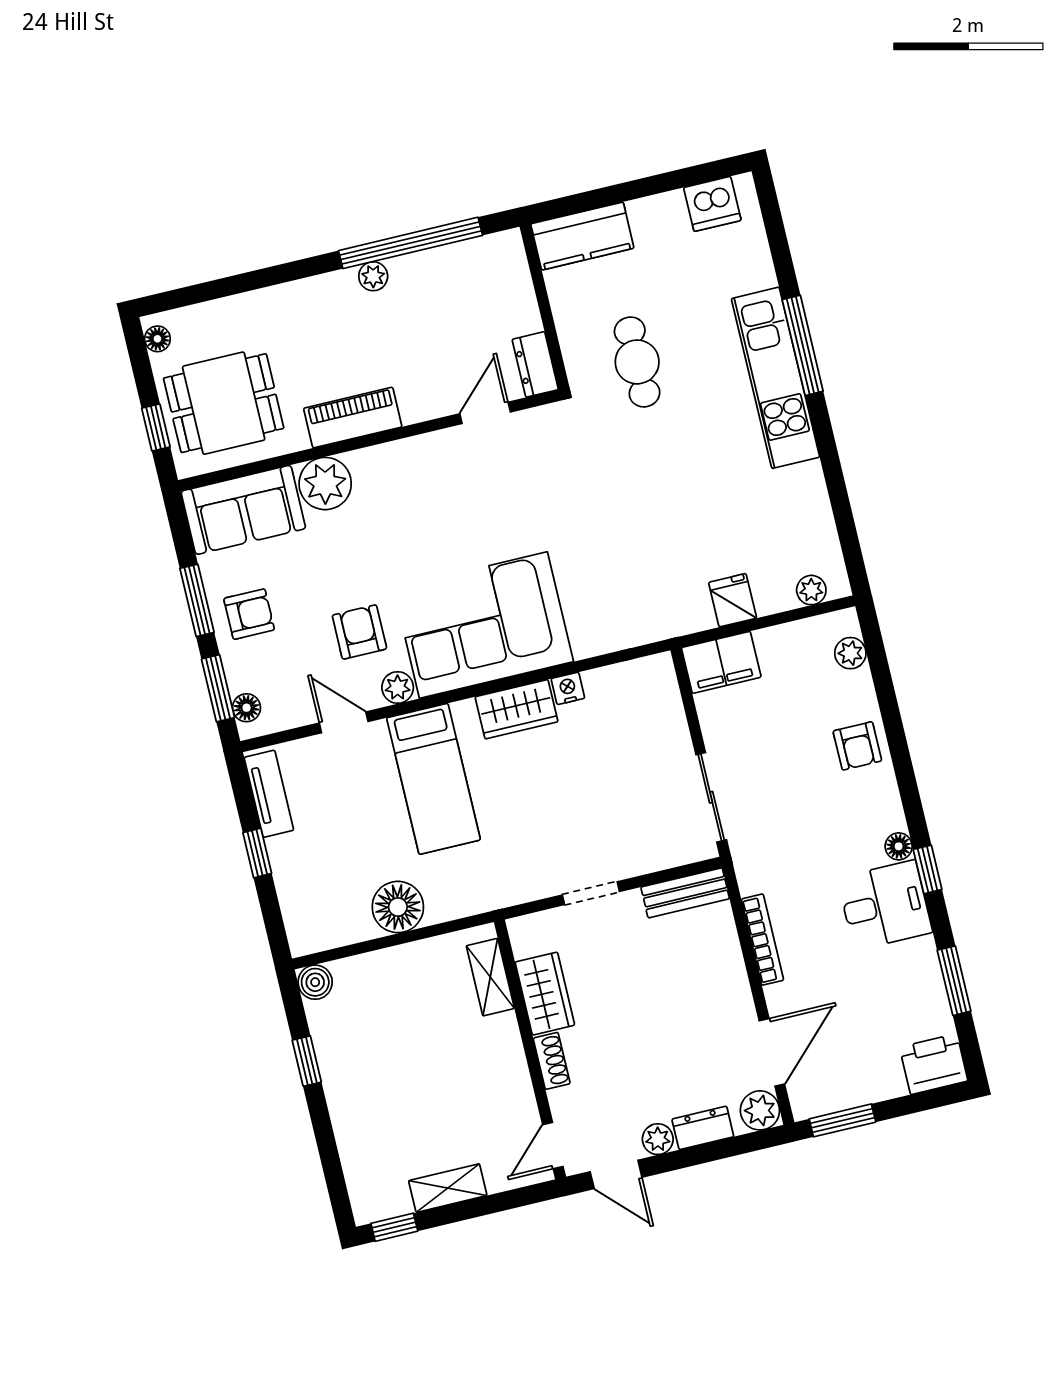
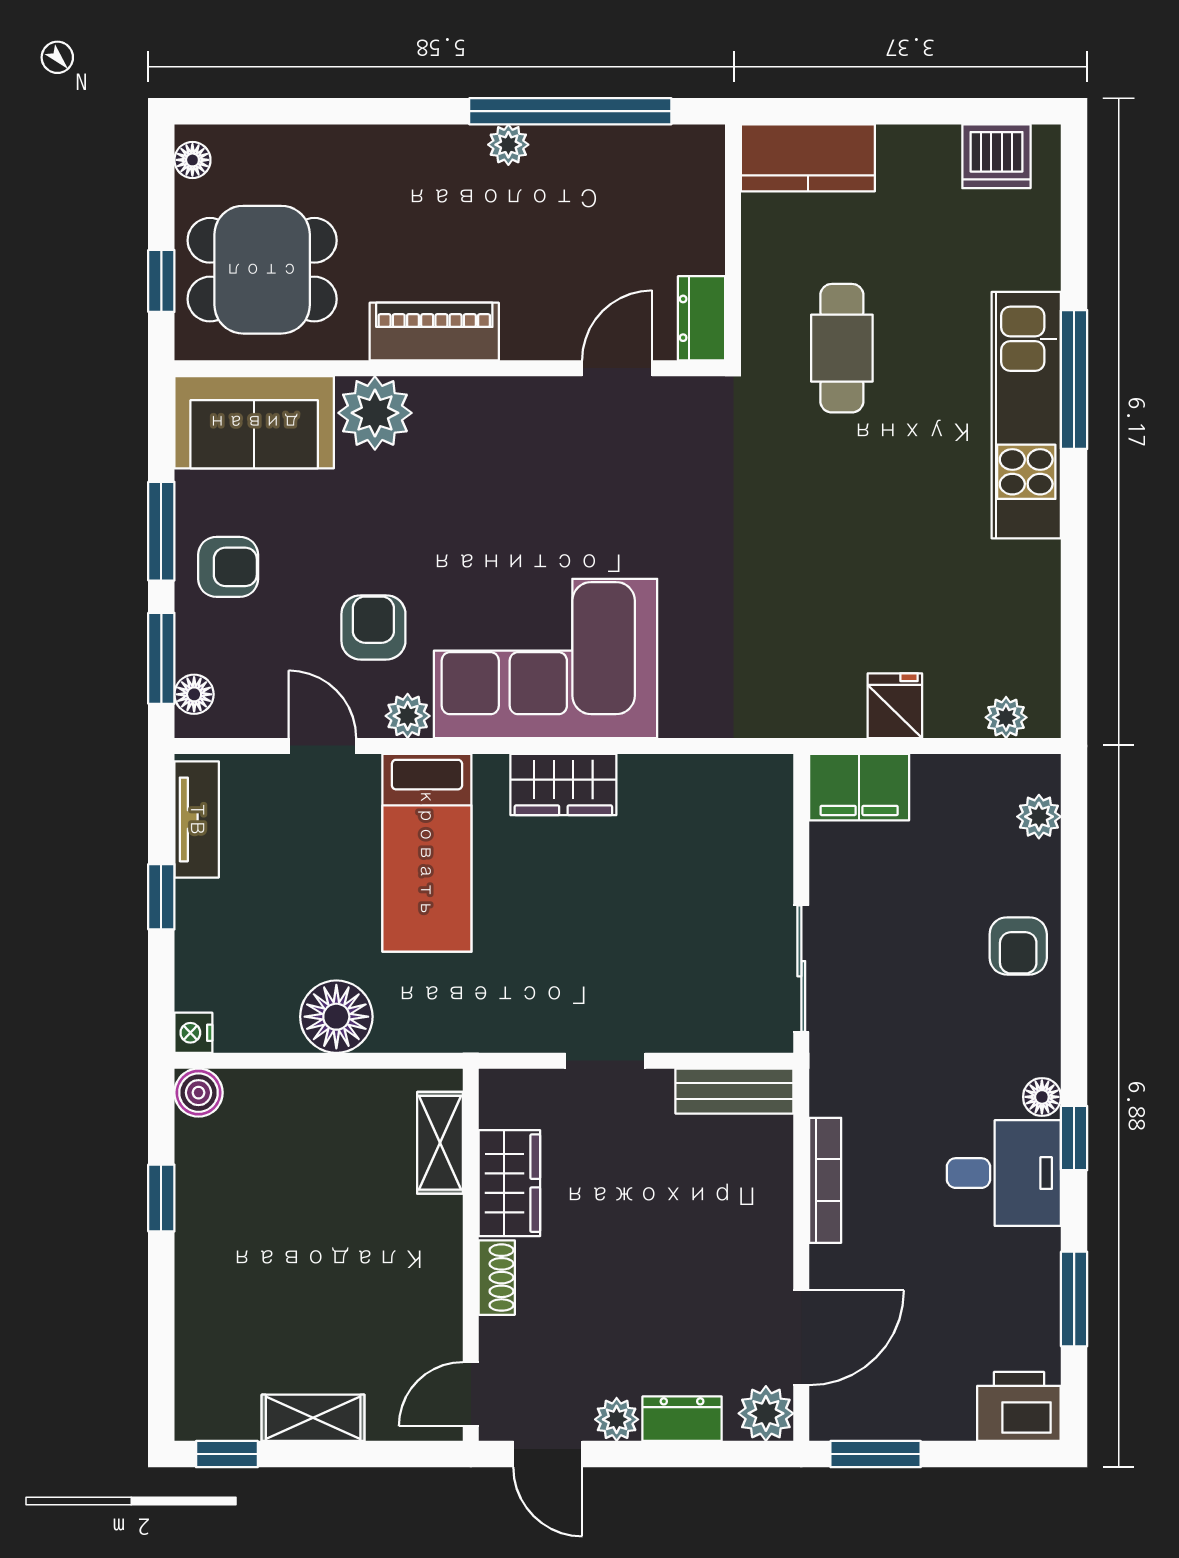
nightstand: (568, 688) -> (193, 1033), moved, turned -90

